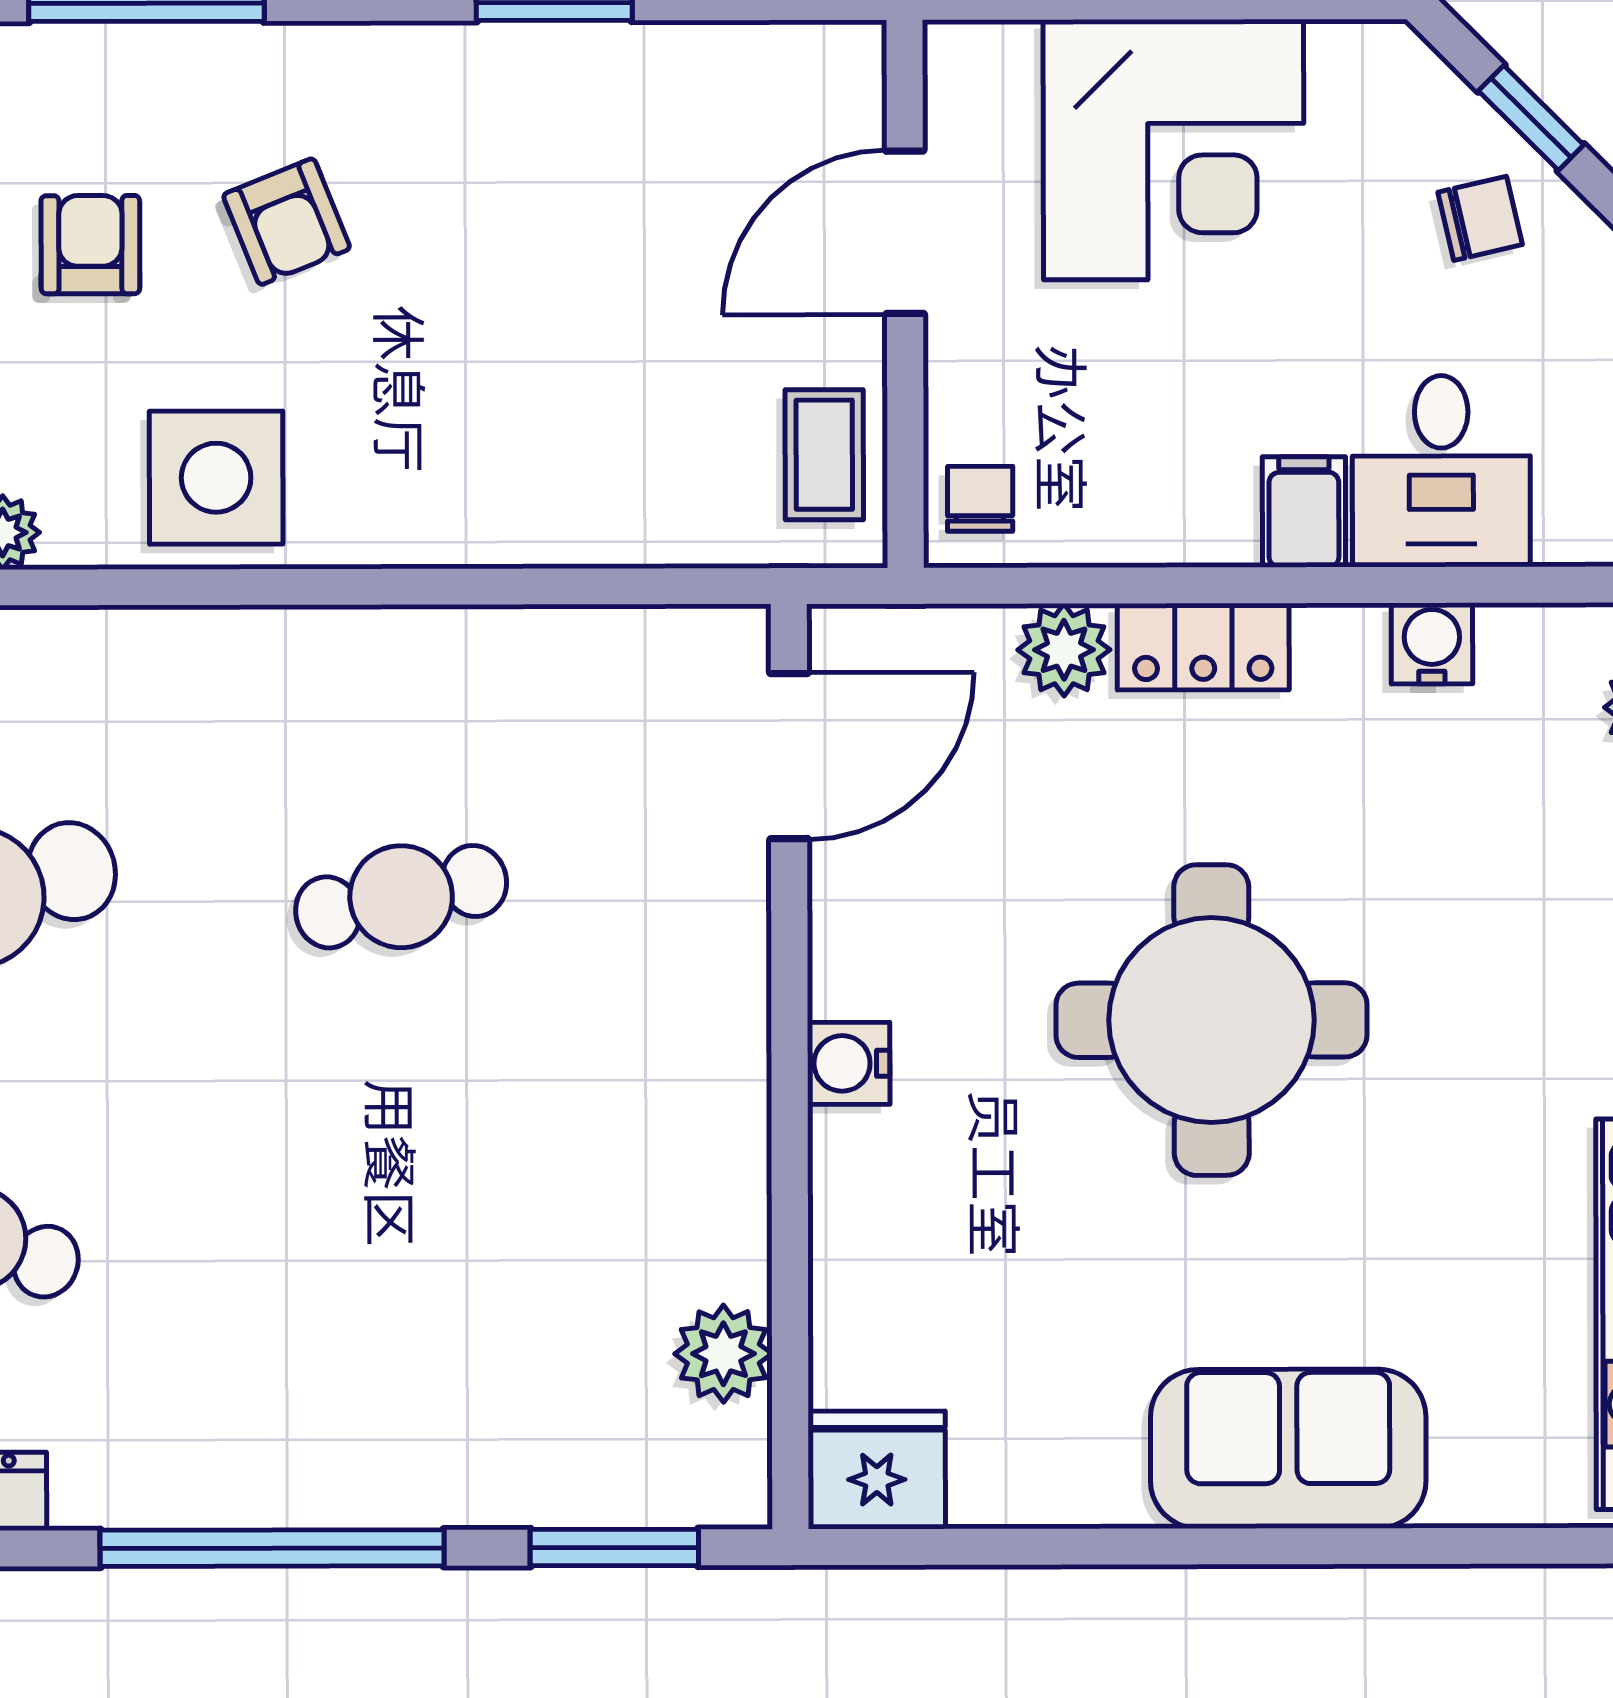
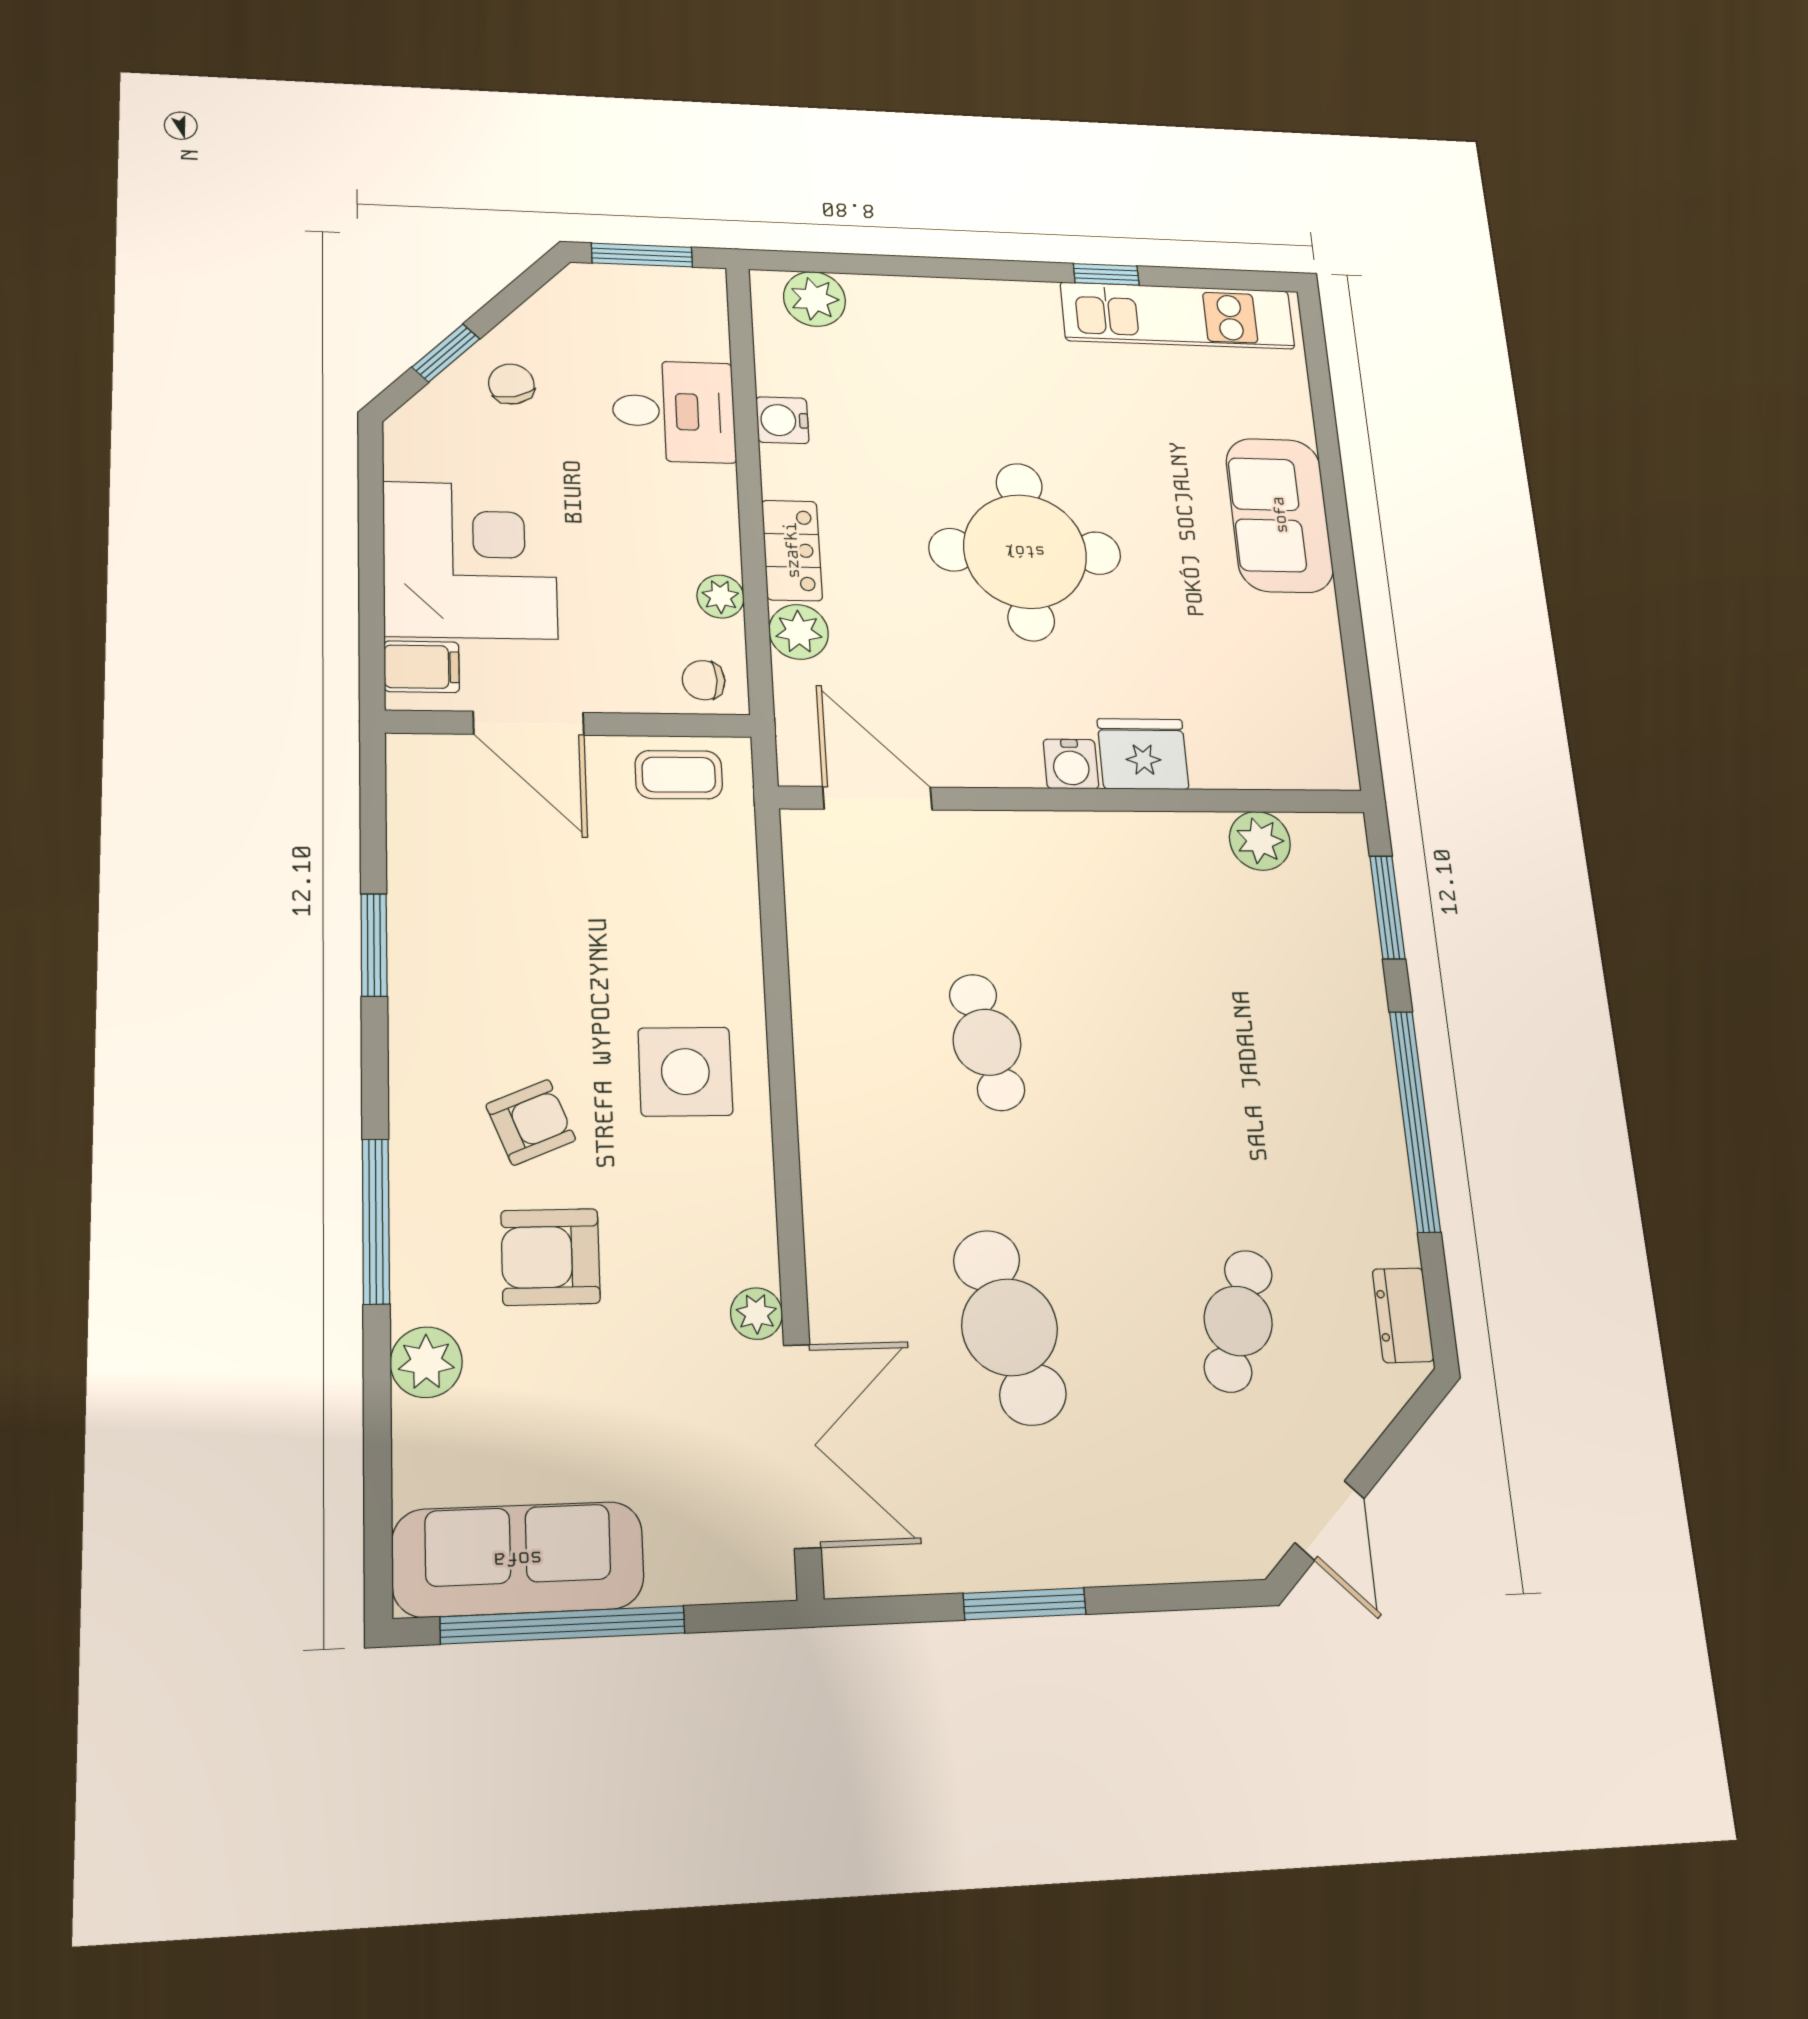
armchair: (90, 245) -> (550, 1257), width x1.38, depth x1.38
side table: (216, 478) -> (685, 1072), moved
filing cabinet: (1304, 512) -> (422, 667), moved, turned 180
plant: (1121, 531) -> (720, 597), added
fridge: (877, 1470) -> (1143, 754), moved, turned 90

